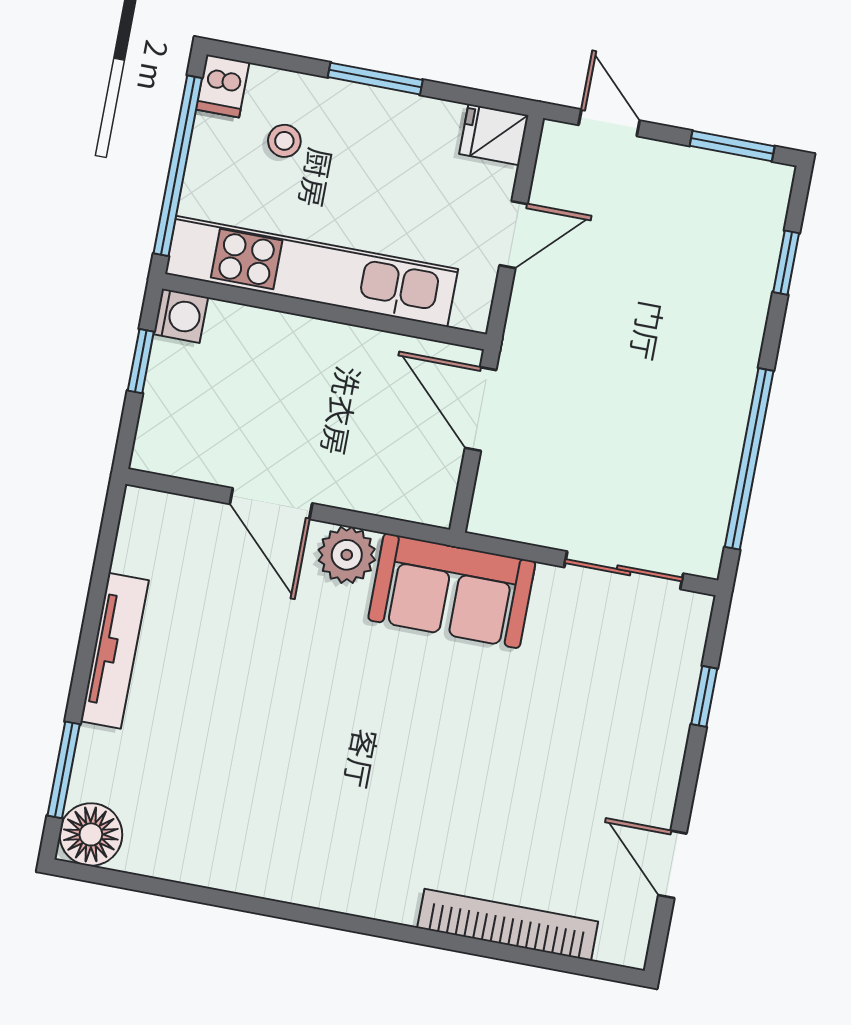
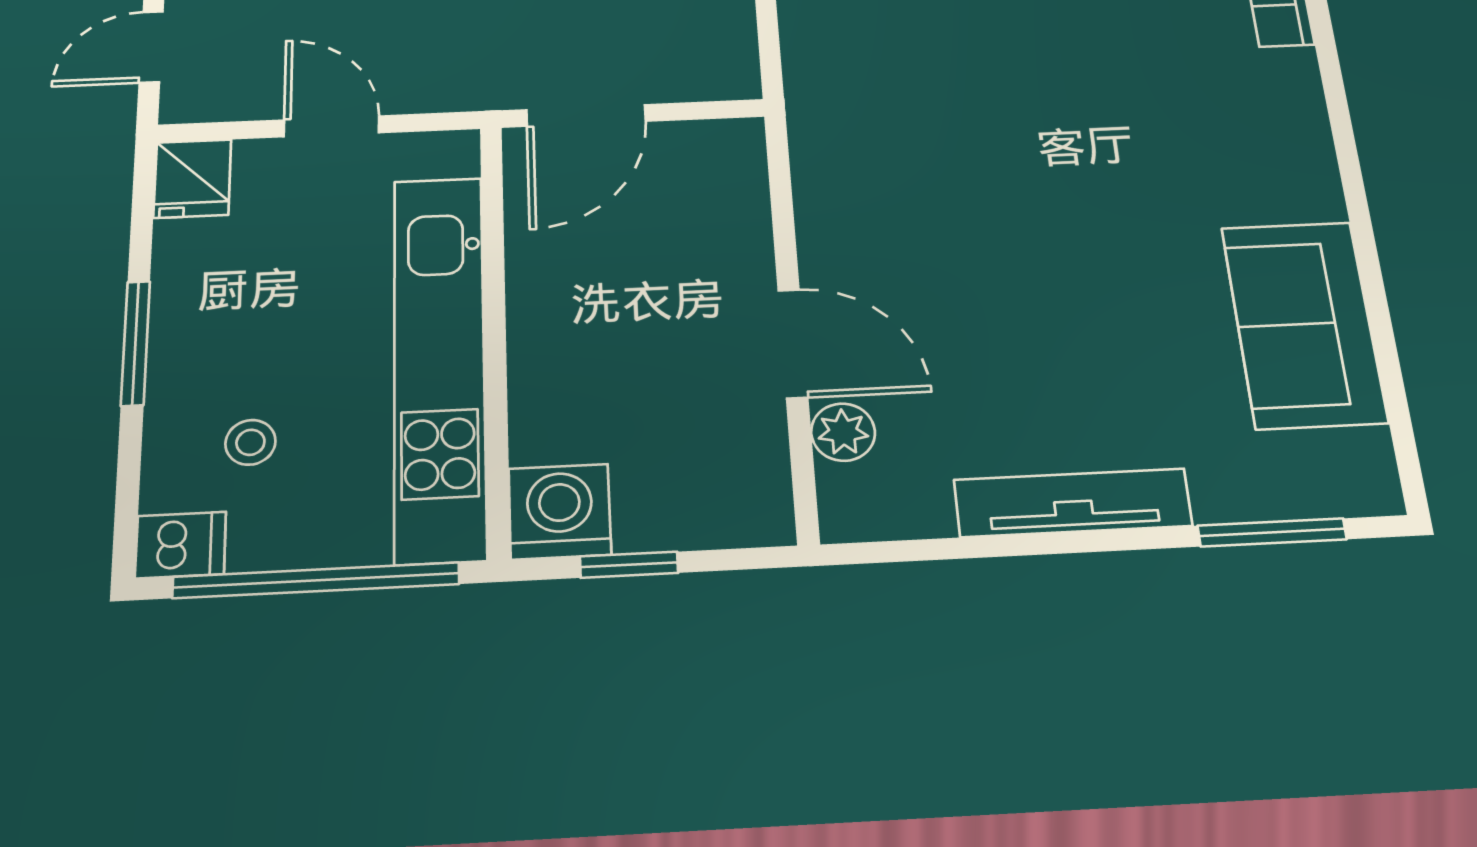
washing machine: (181, 316) -> (560, 512), width x1.38, depth x1.38
door: (271, 504) -> (793, 344), hinge flipped
plant: (347, 555) -> (843, 432), moved, width x0.73, depth x0.73
sofa: (452, 591) -> (1304, 324), moved, turned 180
floor lamp: (91, 834) -> (1351, 474), removed

